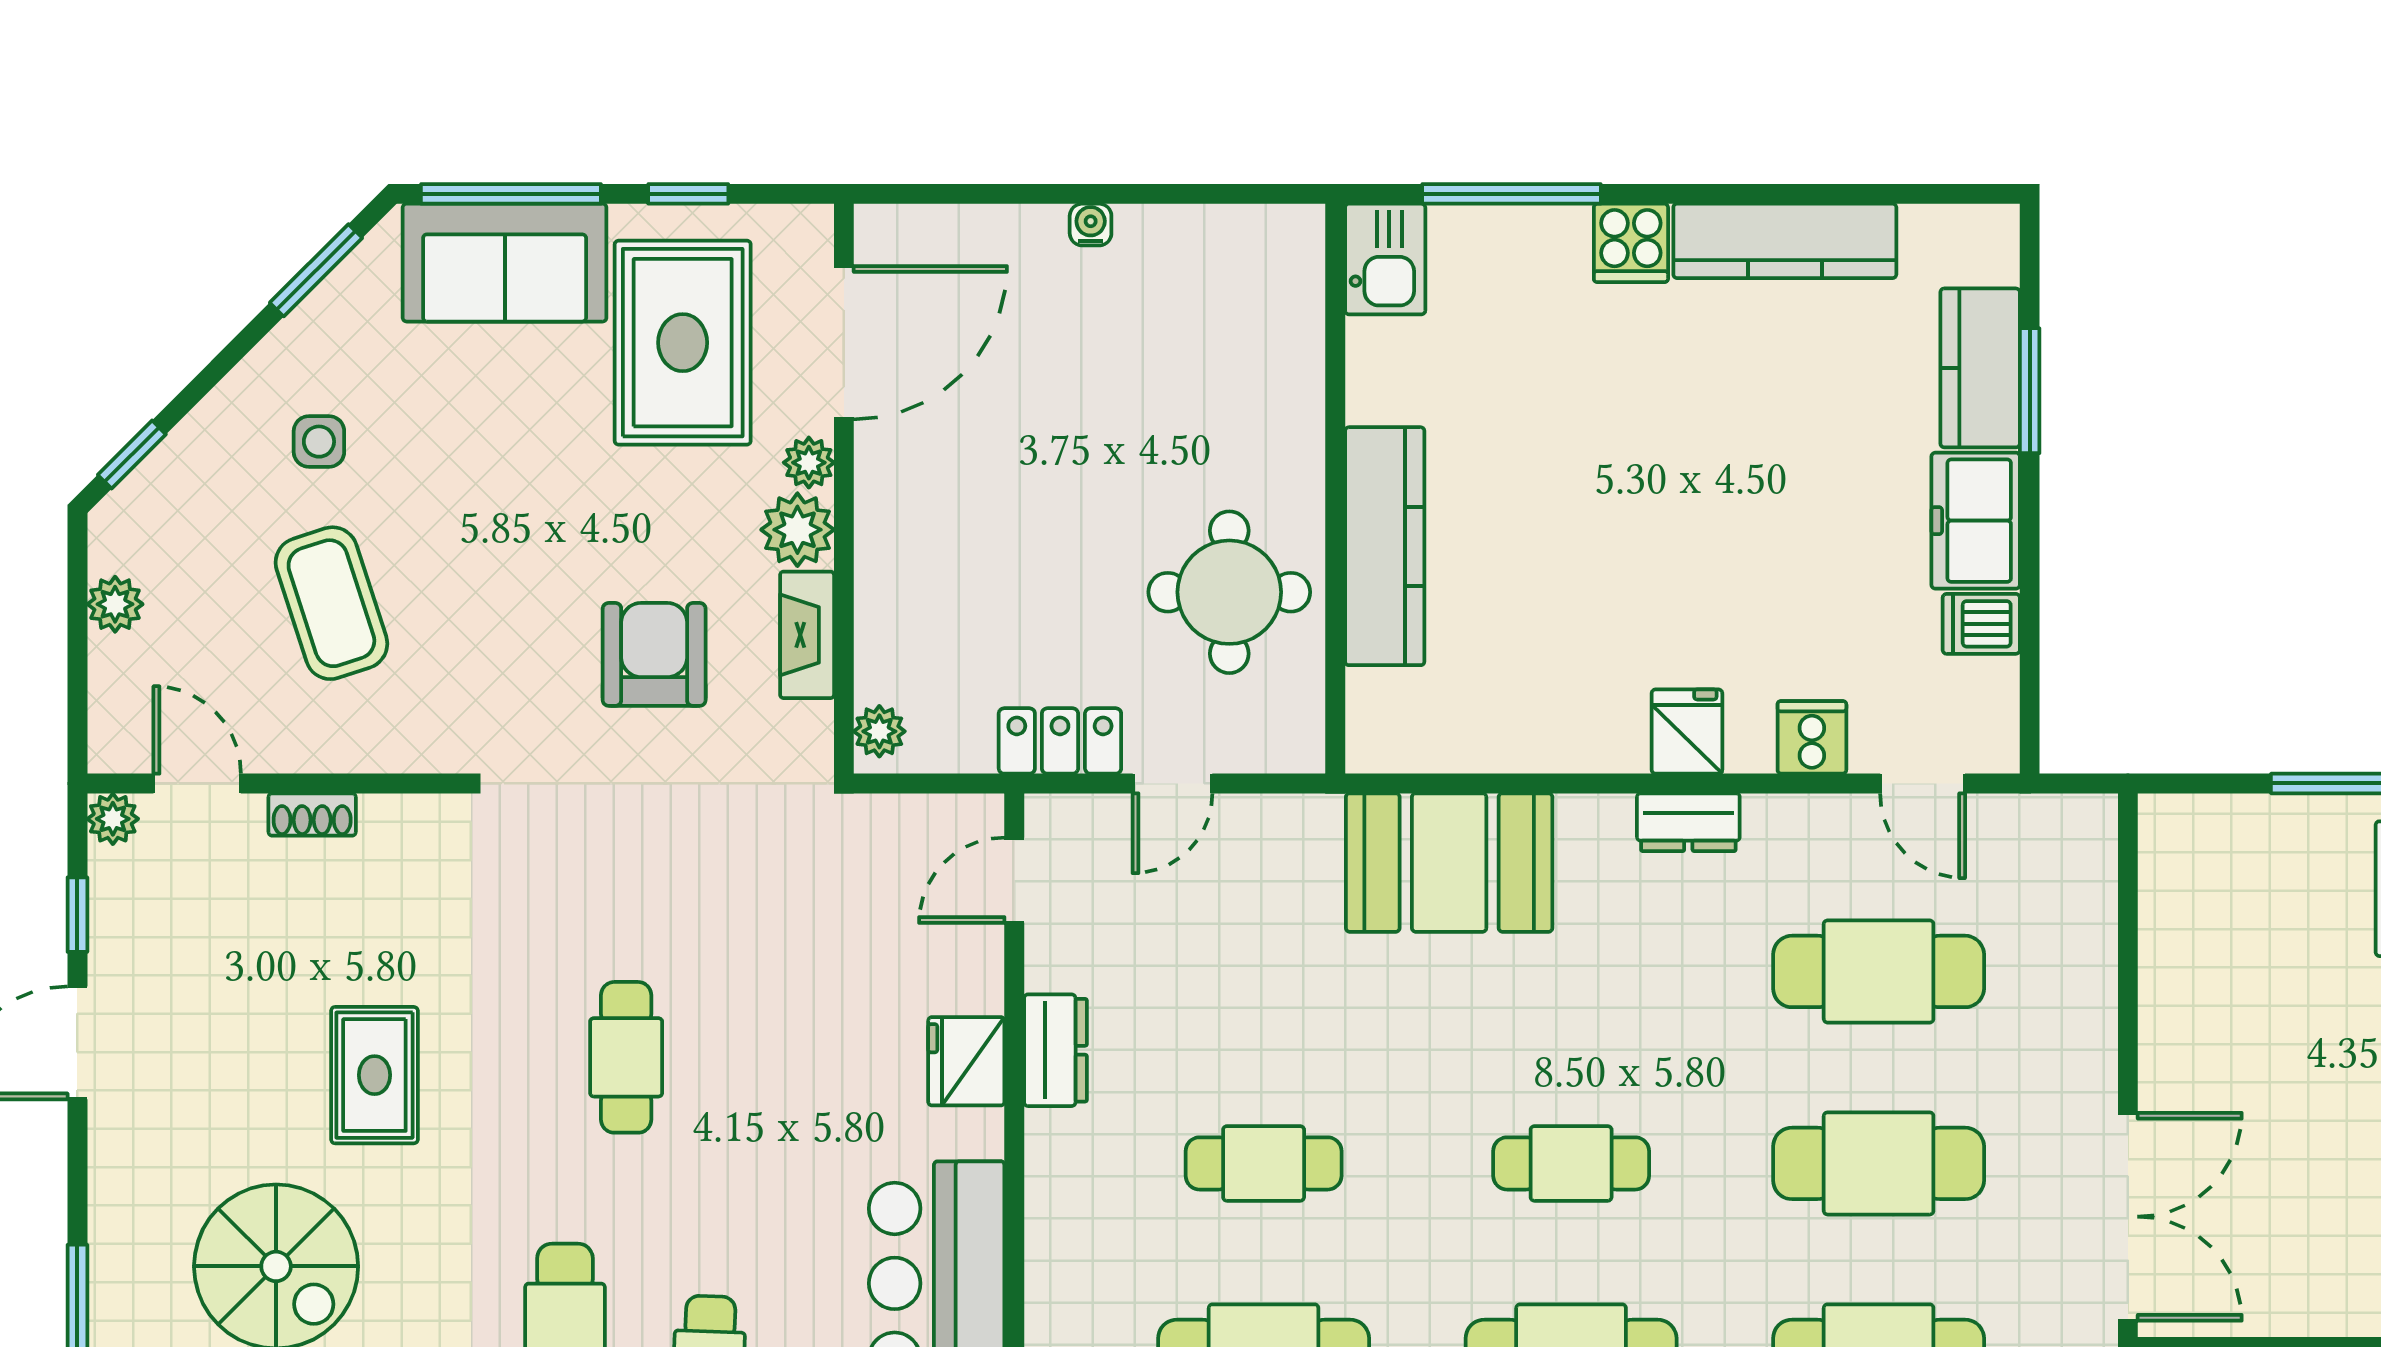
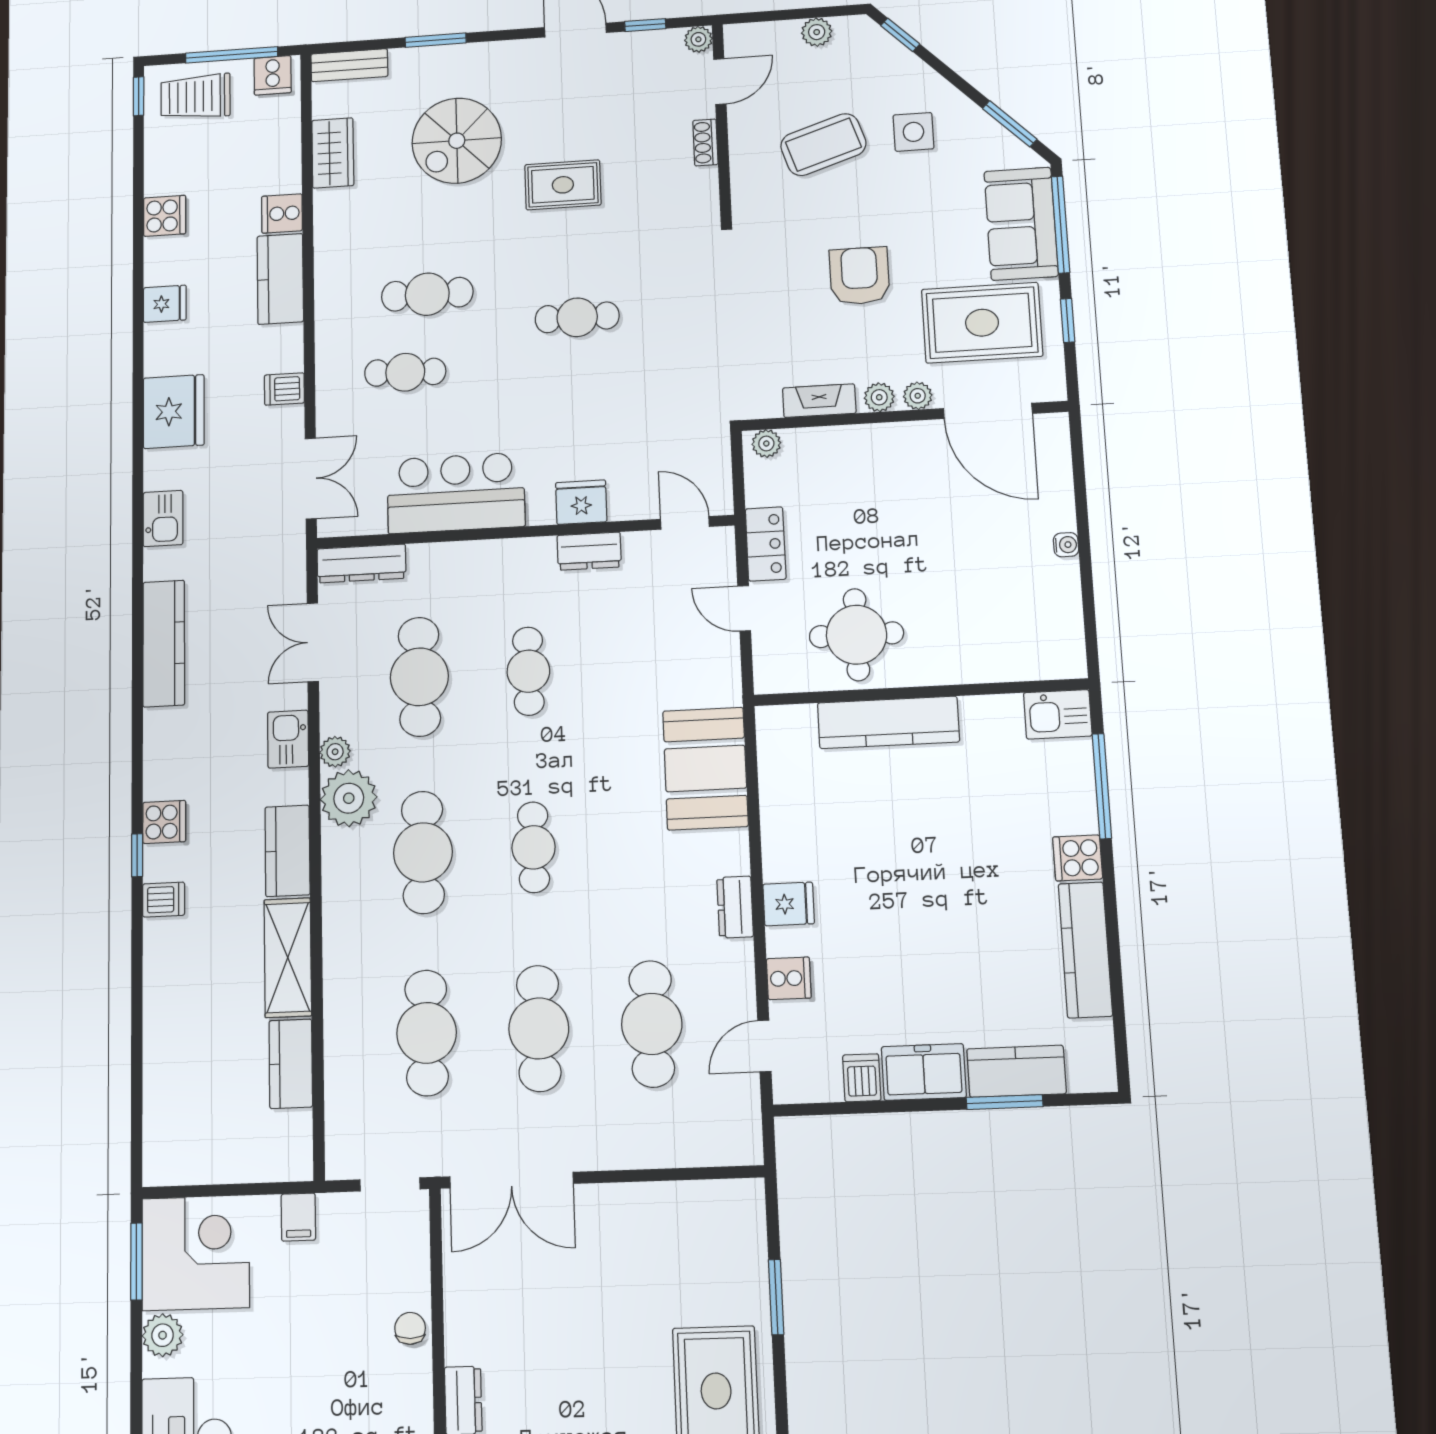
side table: (319, 442) -> (913, 132), width x1.37, depth x1.37
plant: (797, 530) -> (879, 397), width x0.73, depth x0.73
armchair: (654, 654) -> (859, 276), moved, turned -90

